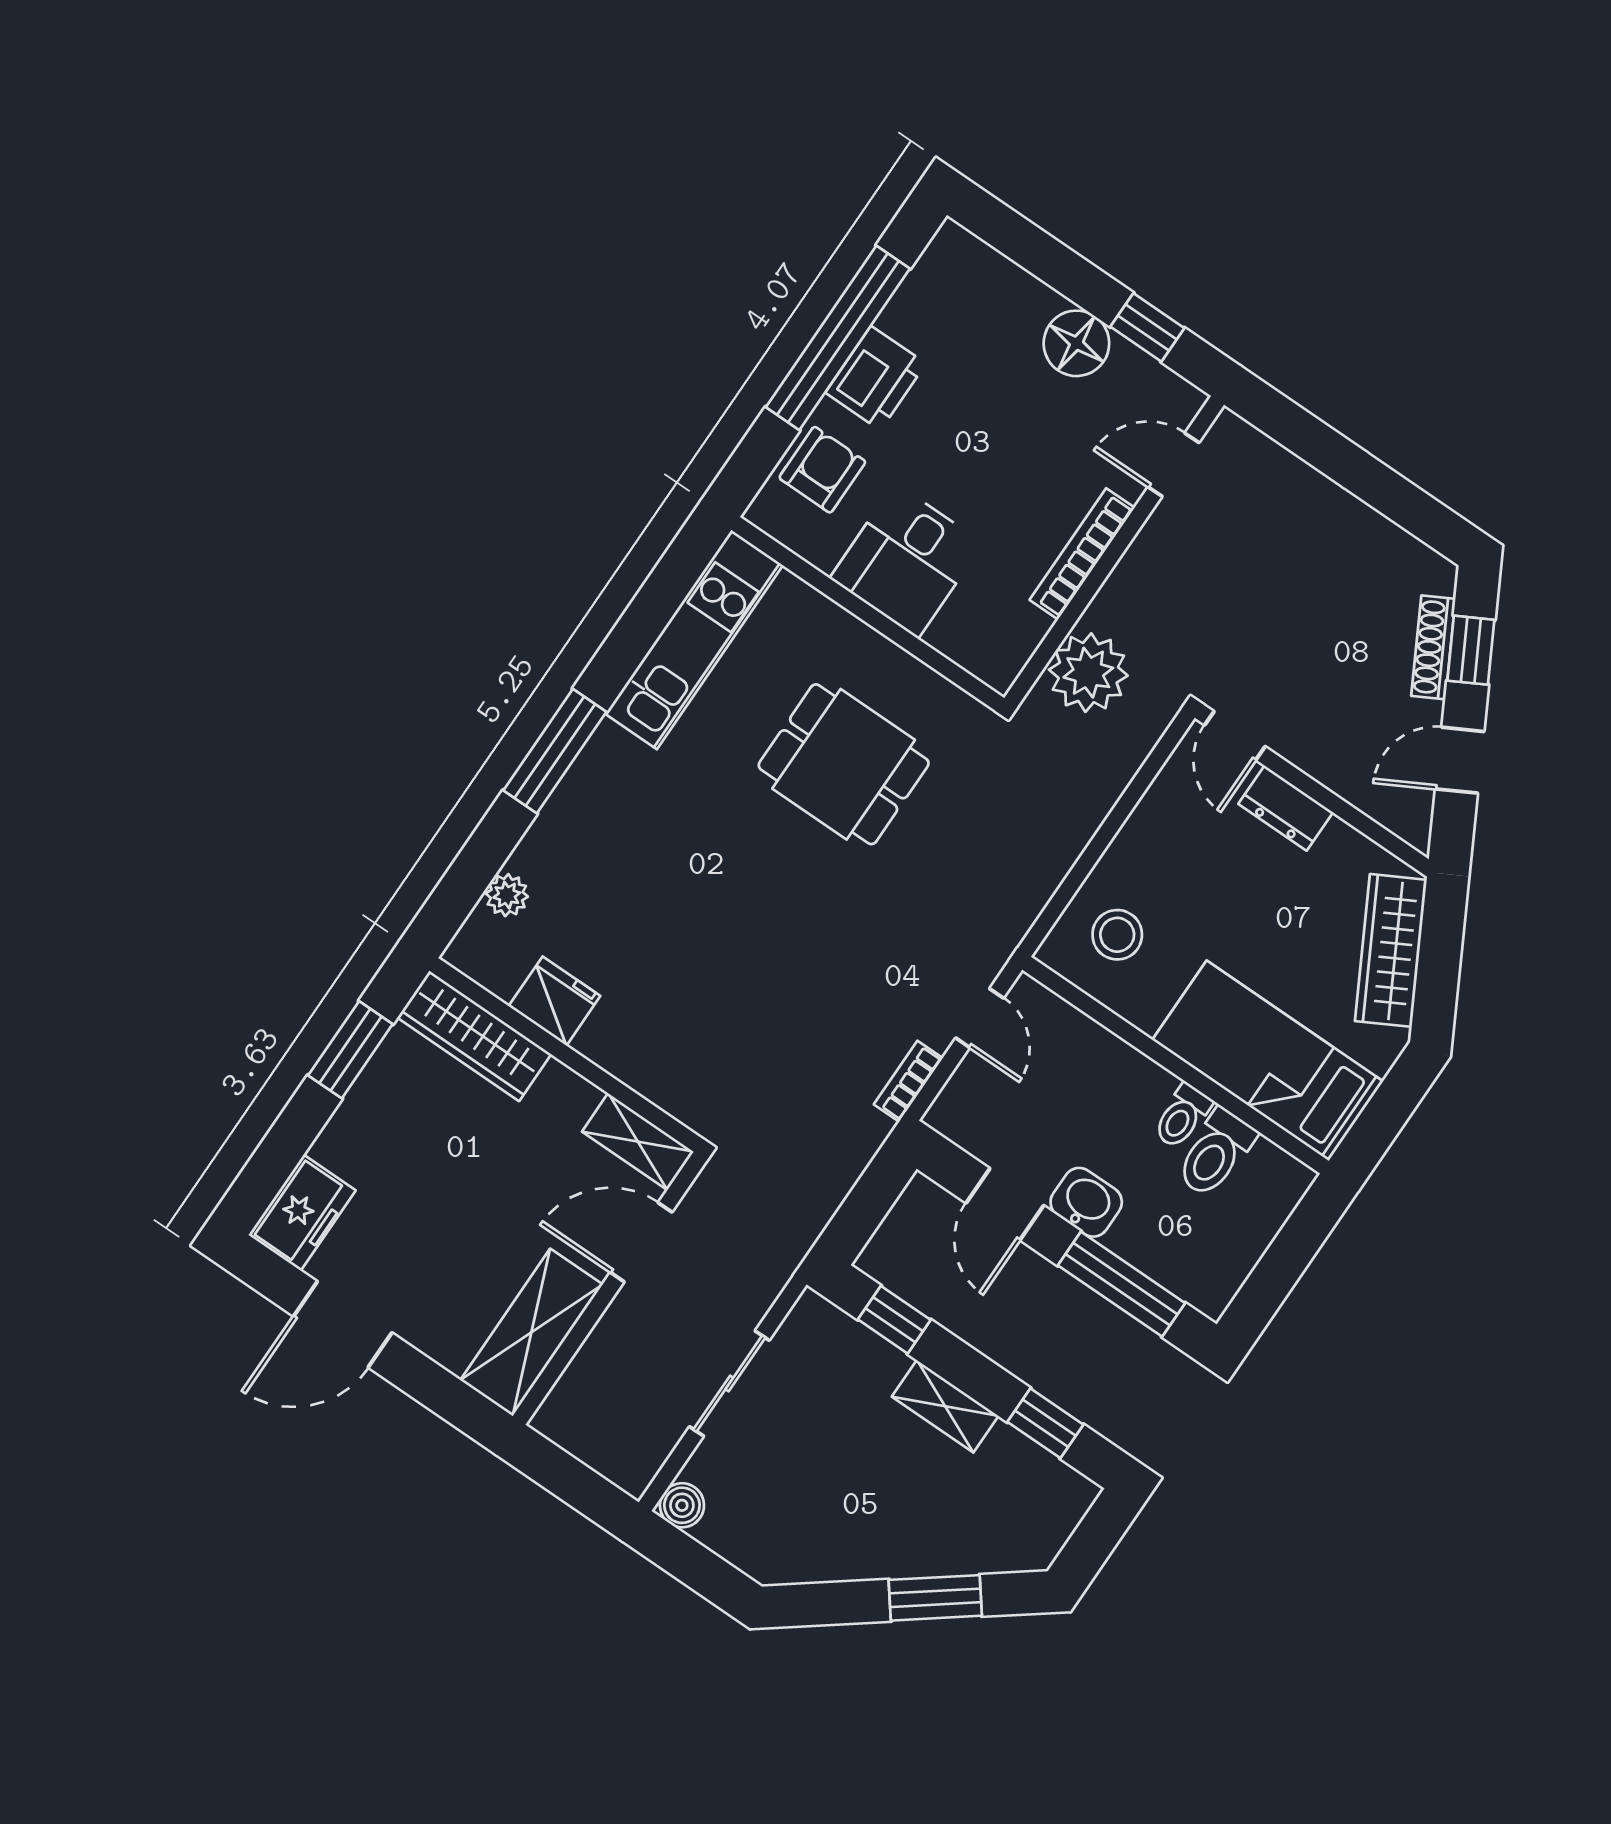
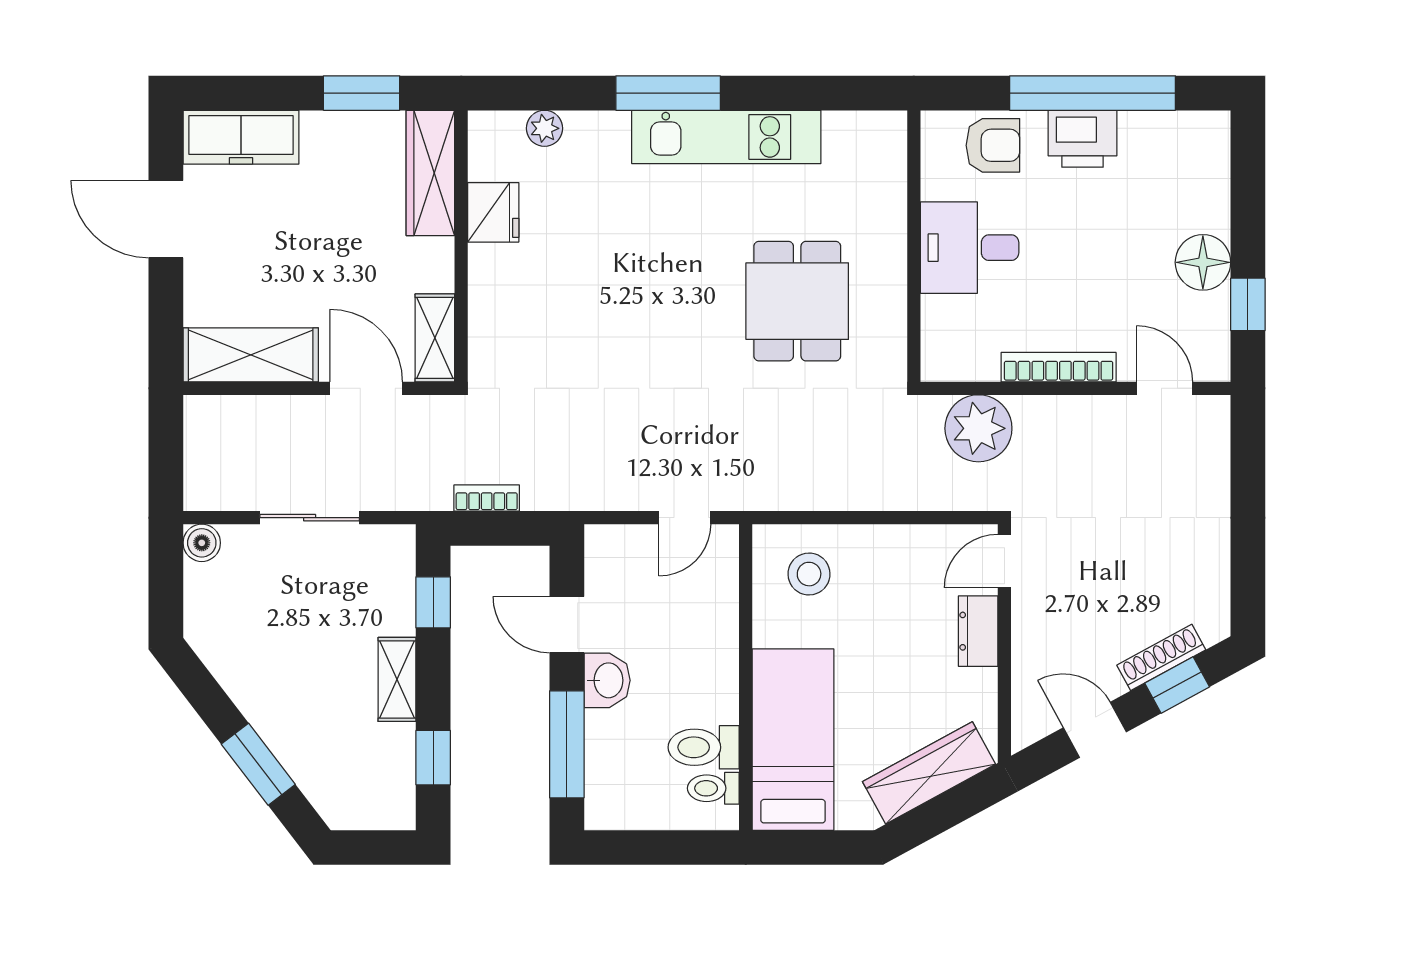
kitchen unit: (694, 640) -> (726, 137), moved
bookcase: (908, 1081) -> (487, 498), moved
toilet: (1182, 1116) -> (713, 788), moved
door: (1005, 1204) -> (567, 625), hinge flipped
freezer: (302, 1213) -> (241, 137), width x1.40

